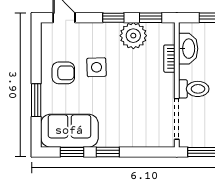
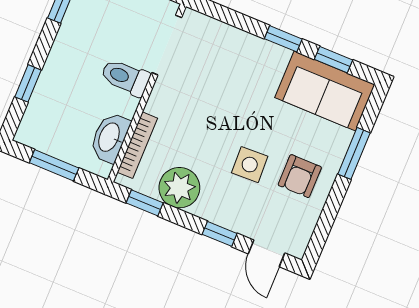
window: (113, 18) -> (220, 234), moved
bookcase: (169, 59) -> (137, 145), width x1.56
armchair: (63, 73) -> (300, 176), turned -90

